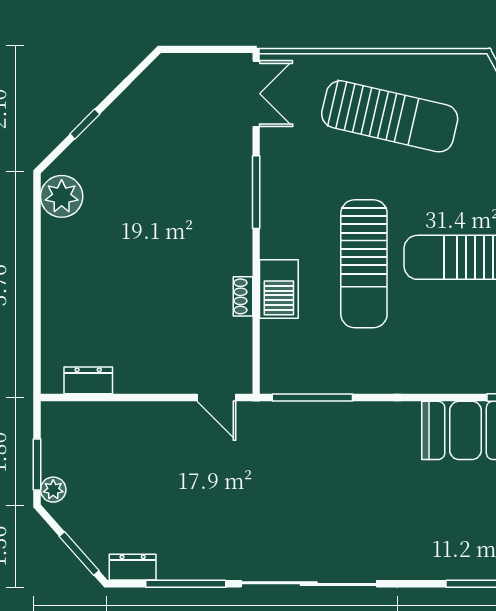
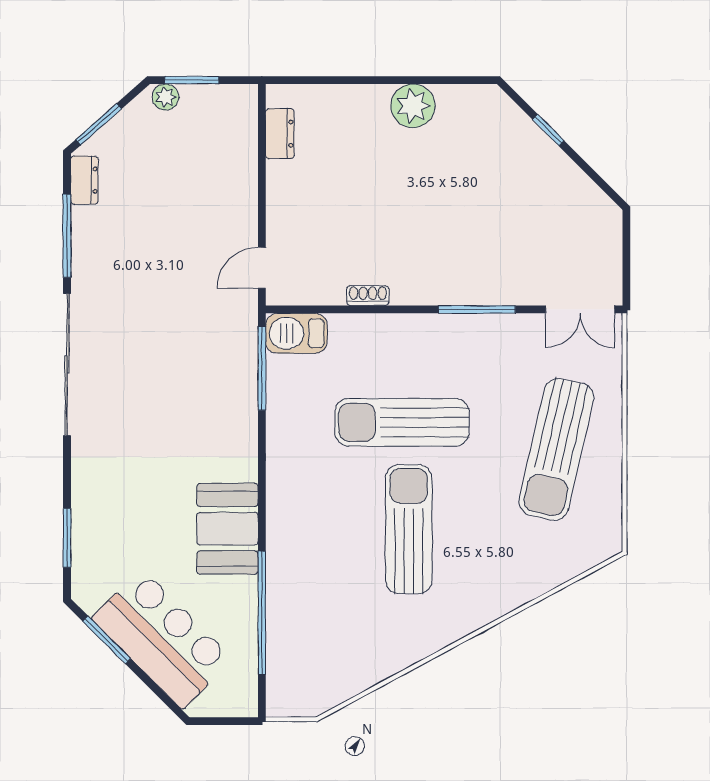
plant: (62, 196) -> (413, 106), moved
barbecue: (279, 289) -> (296, 333), moved

